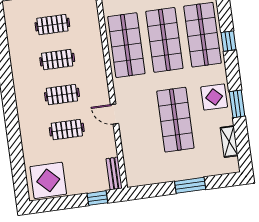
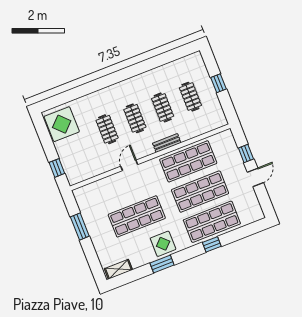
shelving: (229, 142) -> (118, 269), moved
bench: (114, 173) -> (167, 143), moved
window: (190, 185) -> (80, 226), moved

